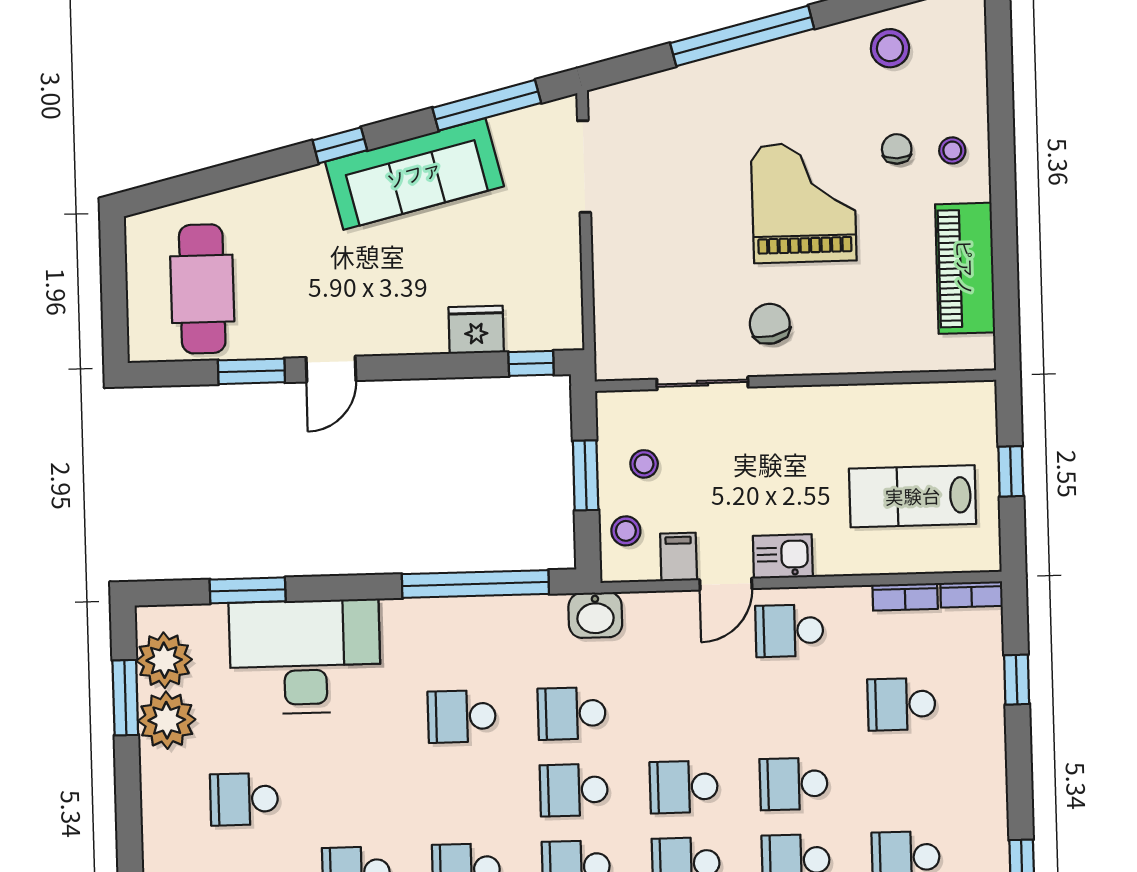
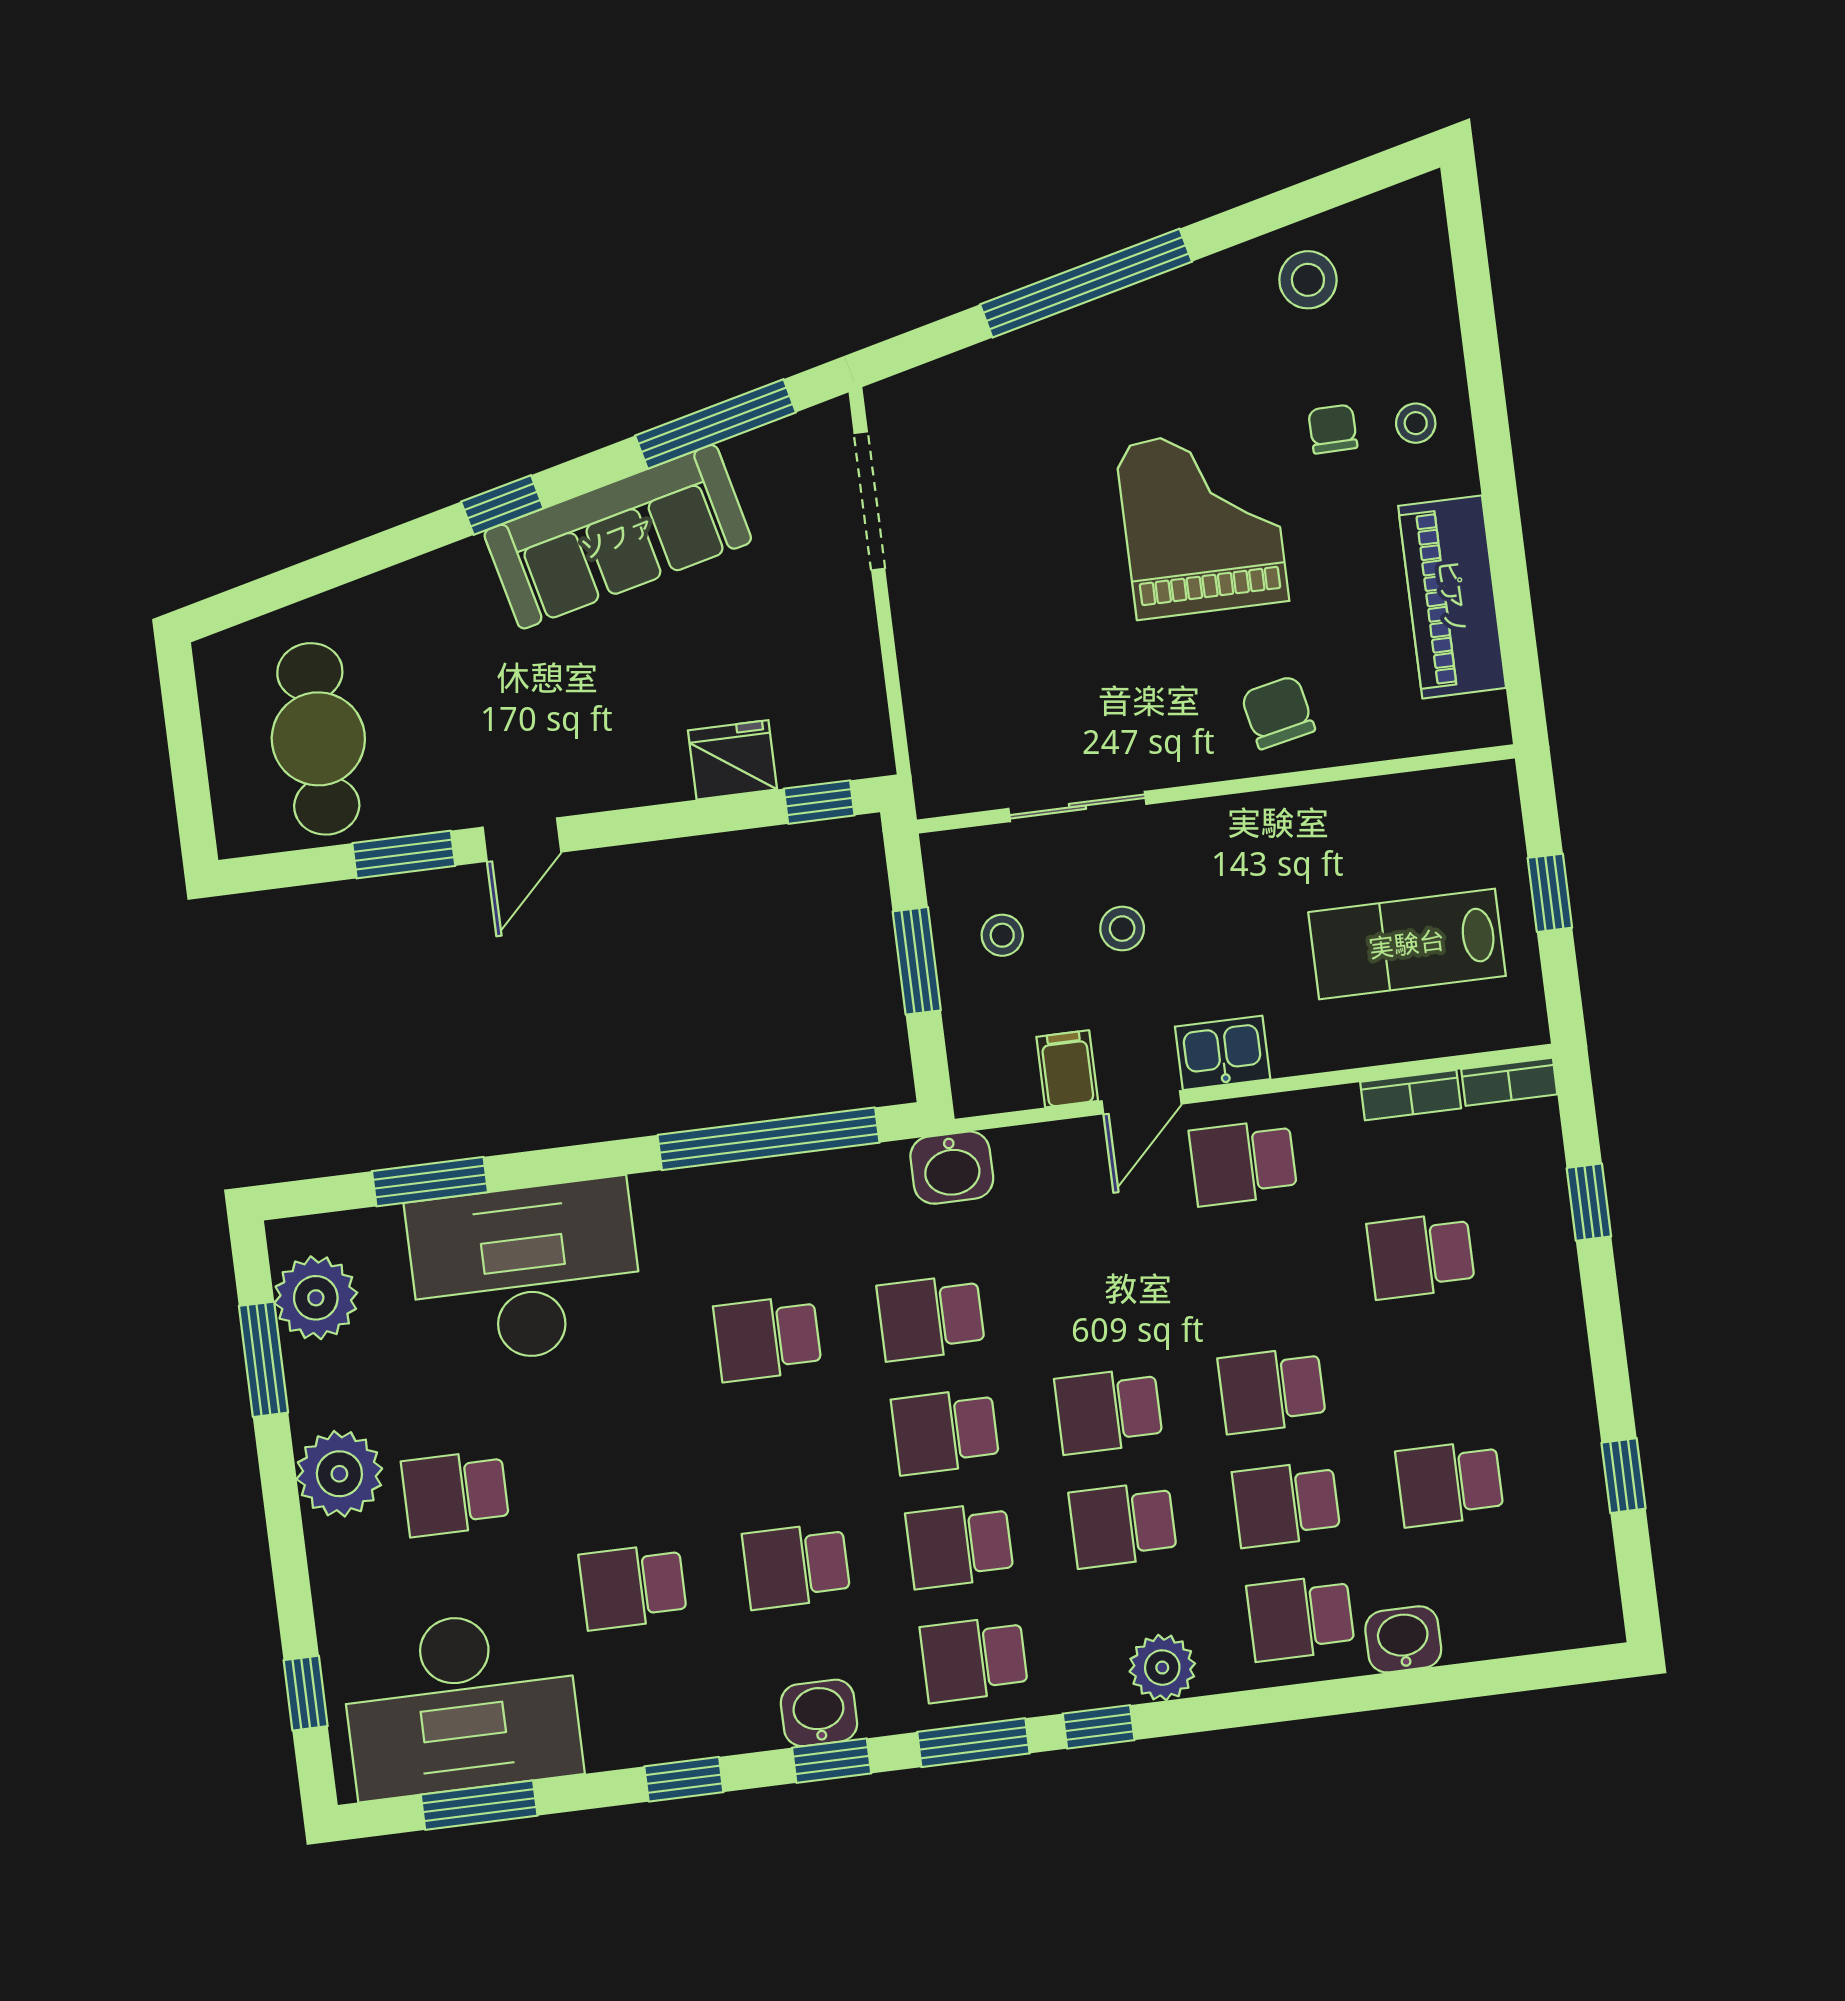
chair: (770, 324) -> (1278, 712), moved
stool: (626, 531) -> (1122, 929), moved
plant: (167, 720) -> (339, 1474), moved

